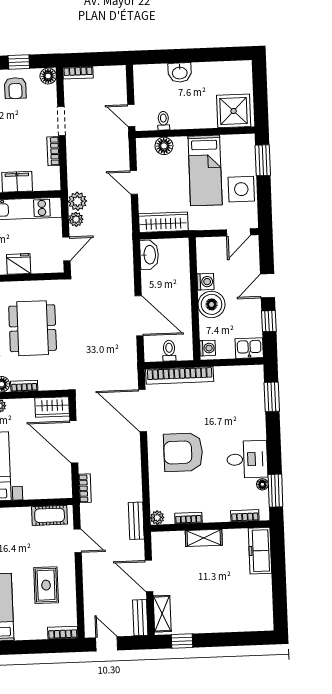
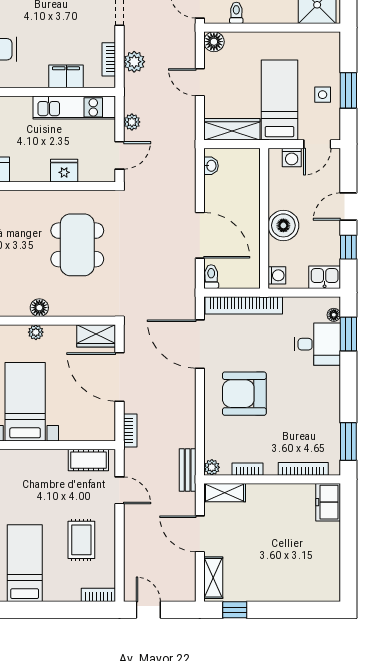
floor lamp: (164, 146) -> (214, 42), moved
bookcase: (53, 151) -> (109, 59), moved
window: (263, 160) -> (348, 90), moved
bed: (205, 170) -> (280, 100), moved, turned 180
side table: (241, 189) -> (323, 95), width x0.54, depth x0.54
plant: (77, 201) -> (134, 62), moved
washbasin: (149, 255) -> (211, 166), width x0.52, depth x0.69
washing machine: (205, 282) -> (292, 157), moved, turned 90
toilet: (169, 351) -> (211, 277), moved
bookcase: (24, 386) -> (65, 311), removed
desk: (247, 459) -> (317, 344), moved
floor lamp: (262, 484) -> (334, 315), moved
bookcase: (245, 516) -> (303, 469), width x1.56
shelving: (204, 538) -> (225, 493), moved
freezer: (260, 551) -> (328, 502), width x0.71
bench: (140, 618) -> (188, 581), removed

